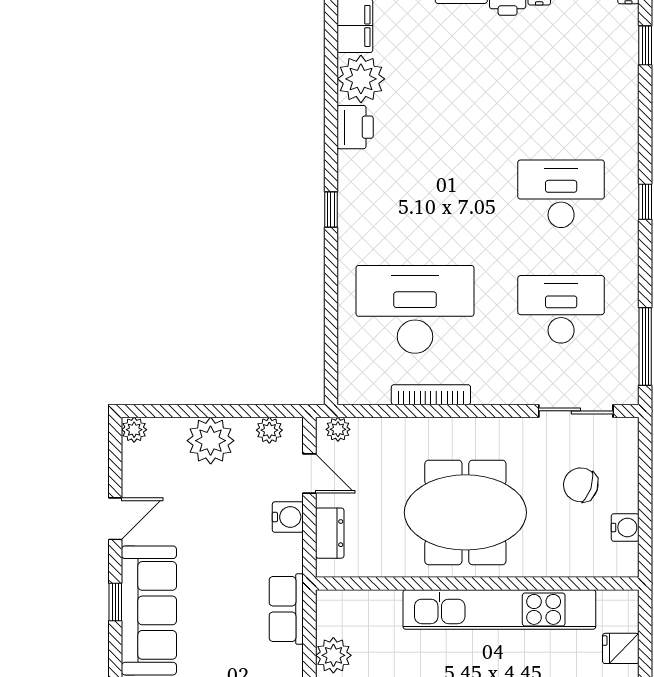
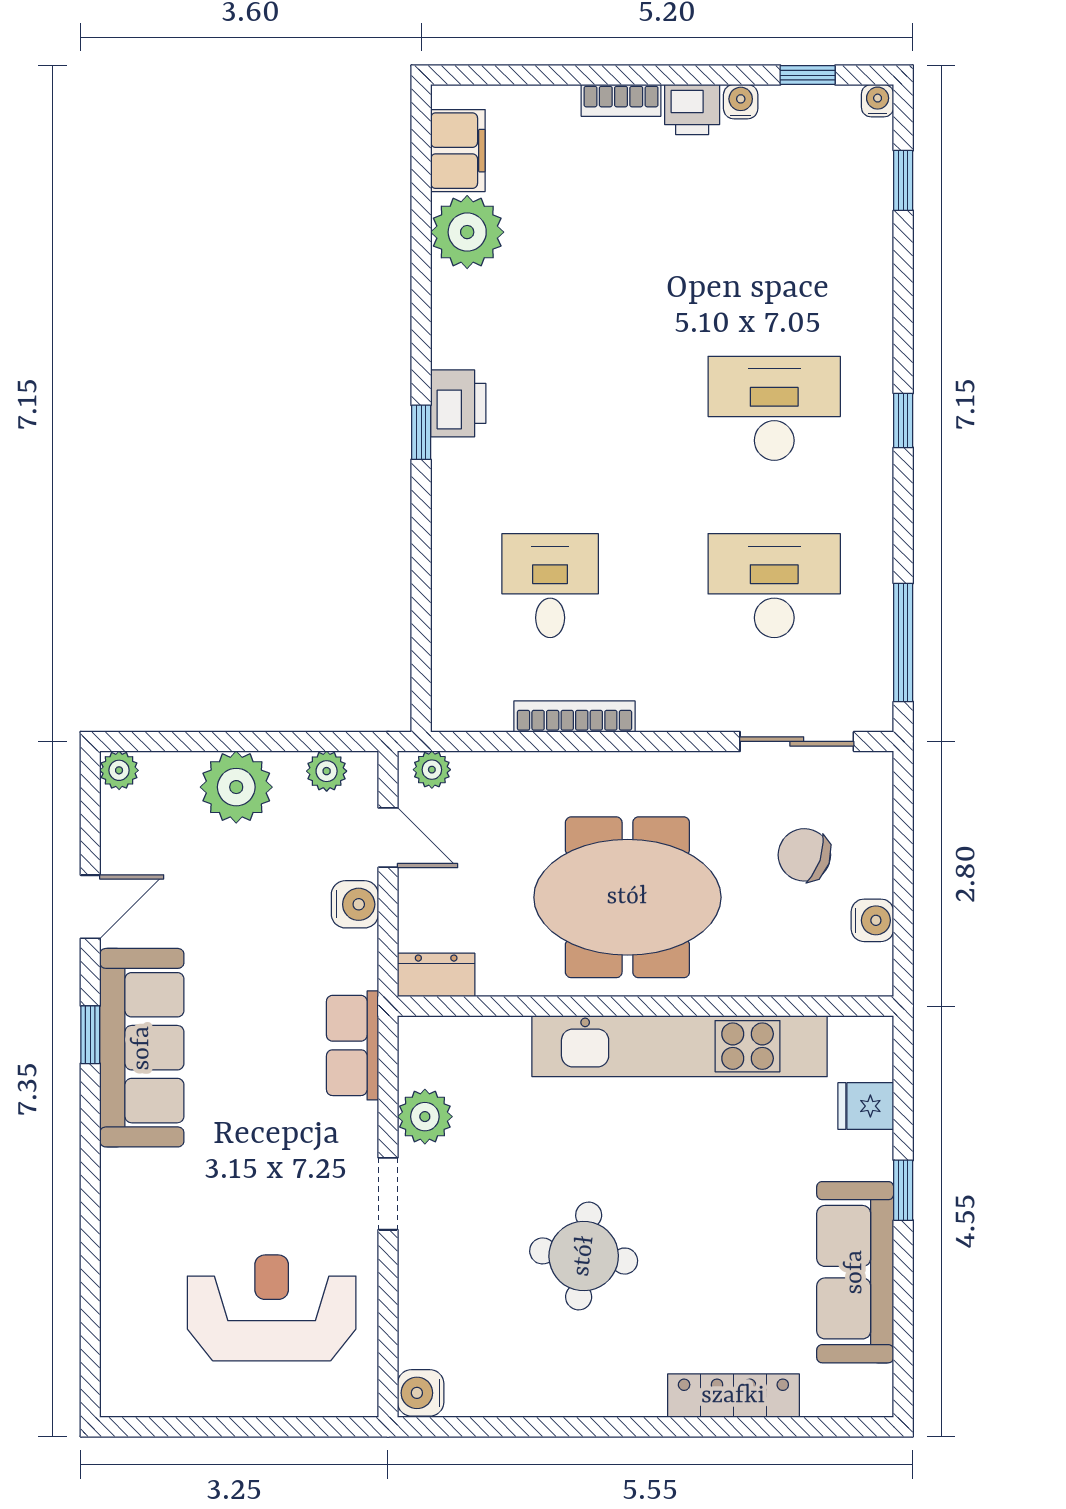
printer: (355, 127) -> (458, 403), moved
desk: (415, 309) -> (550, 586), width x0.53, depth x0.77
dresser: (330, 533) -> (436, 975), moved, turned -90

